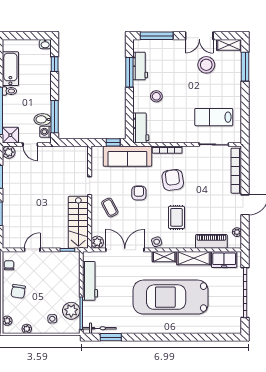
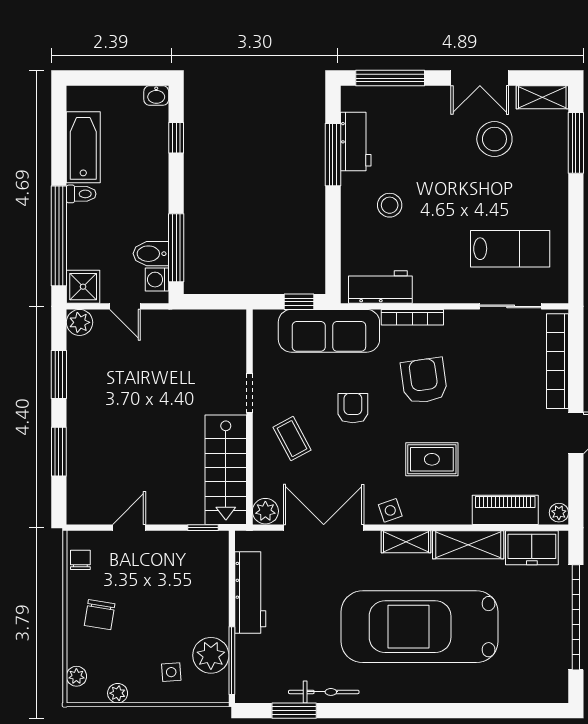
lab bench: (214, 117) -> (510, 249), turned 180
workbench: (141, 128) -> (380, 287), moved, turned -90
rug: (176, 217) -> (432, 459), turned 90
plant: (237, 232) -> (559, 513), moved
bicycle: (99, 328) -> (324, 692), moved

